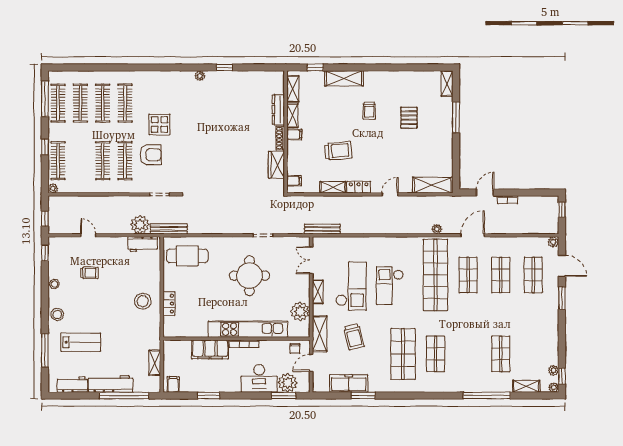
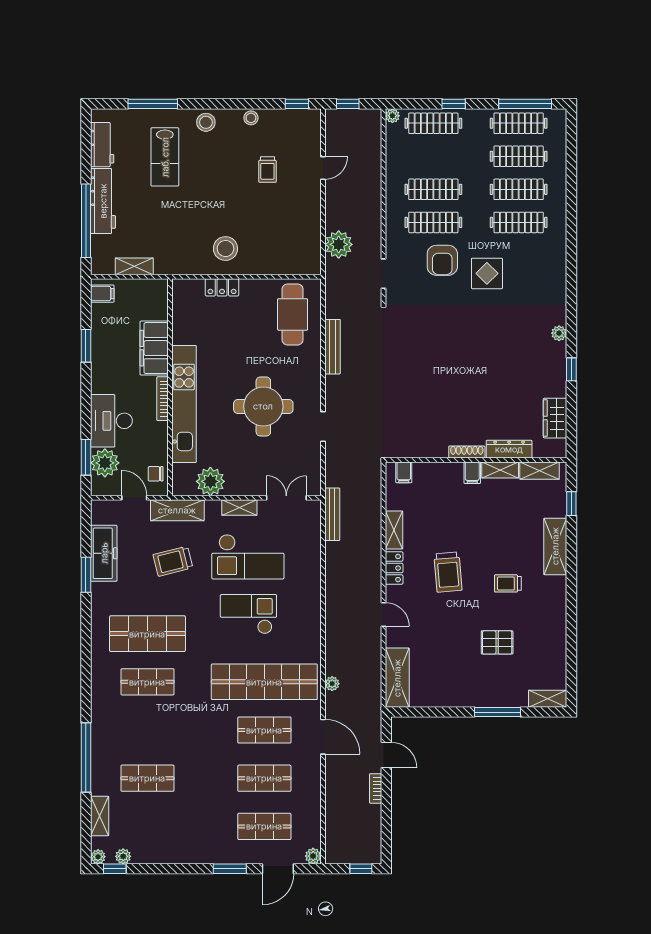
trolley: (338, 151) -> (448, 572), moved
wardrobe: (276, 165) -> (555, 418), moved, turned -90
bench: (169, 229) -> (333, 347), moved
workbench: (143, 244) -> (310, 248), removed

